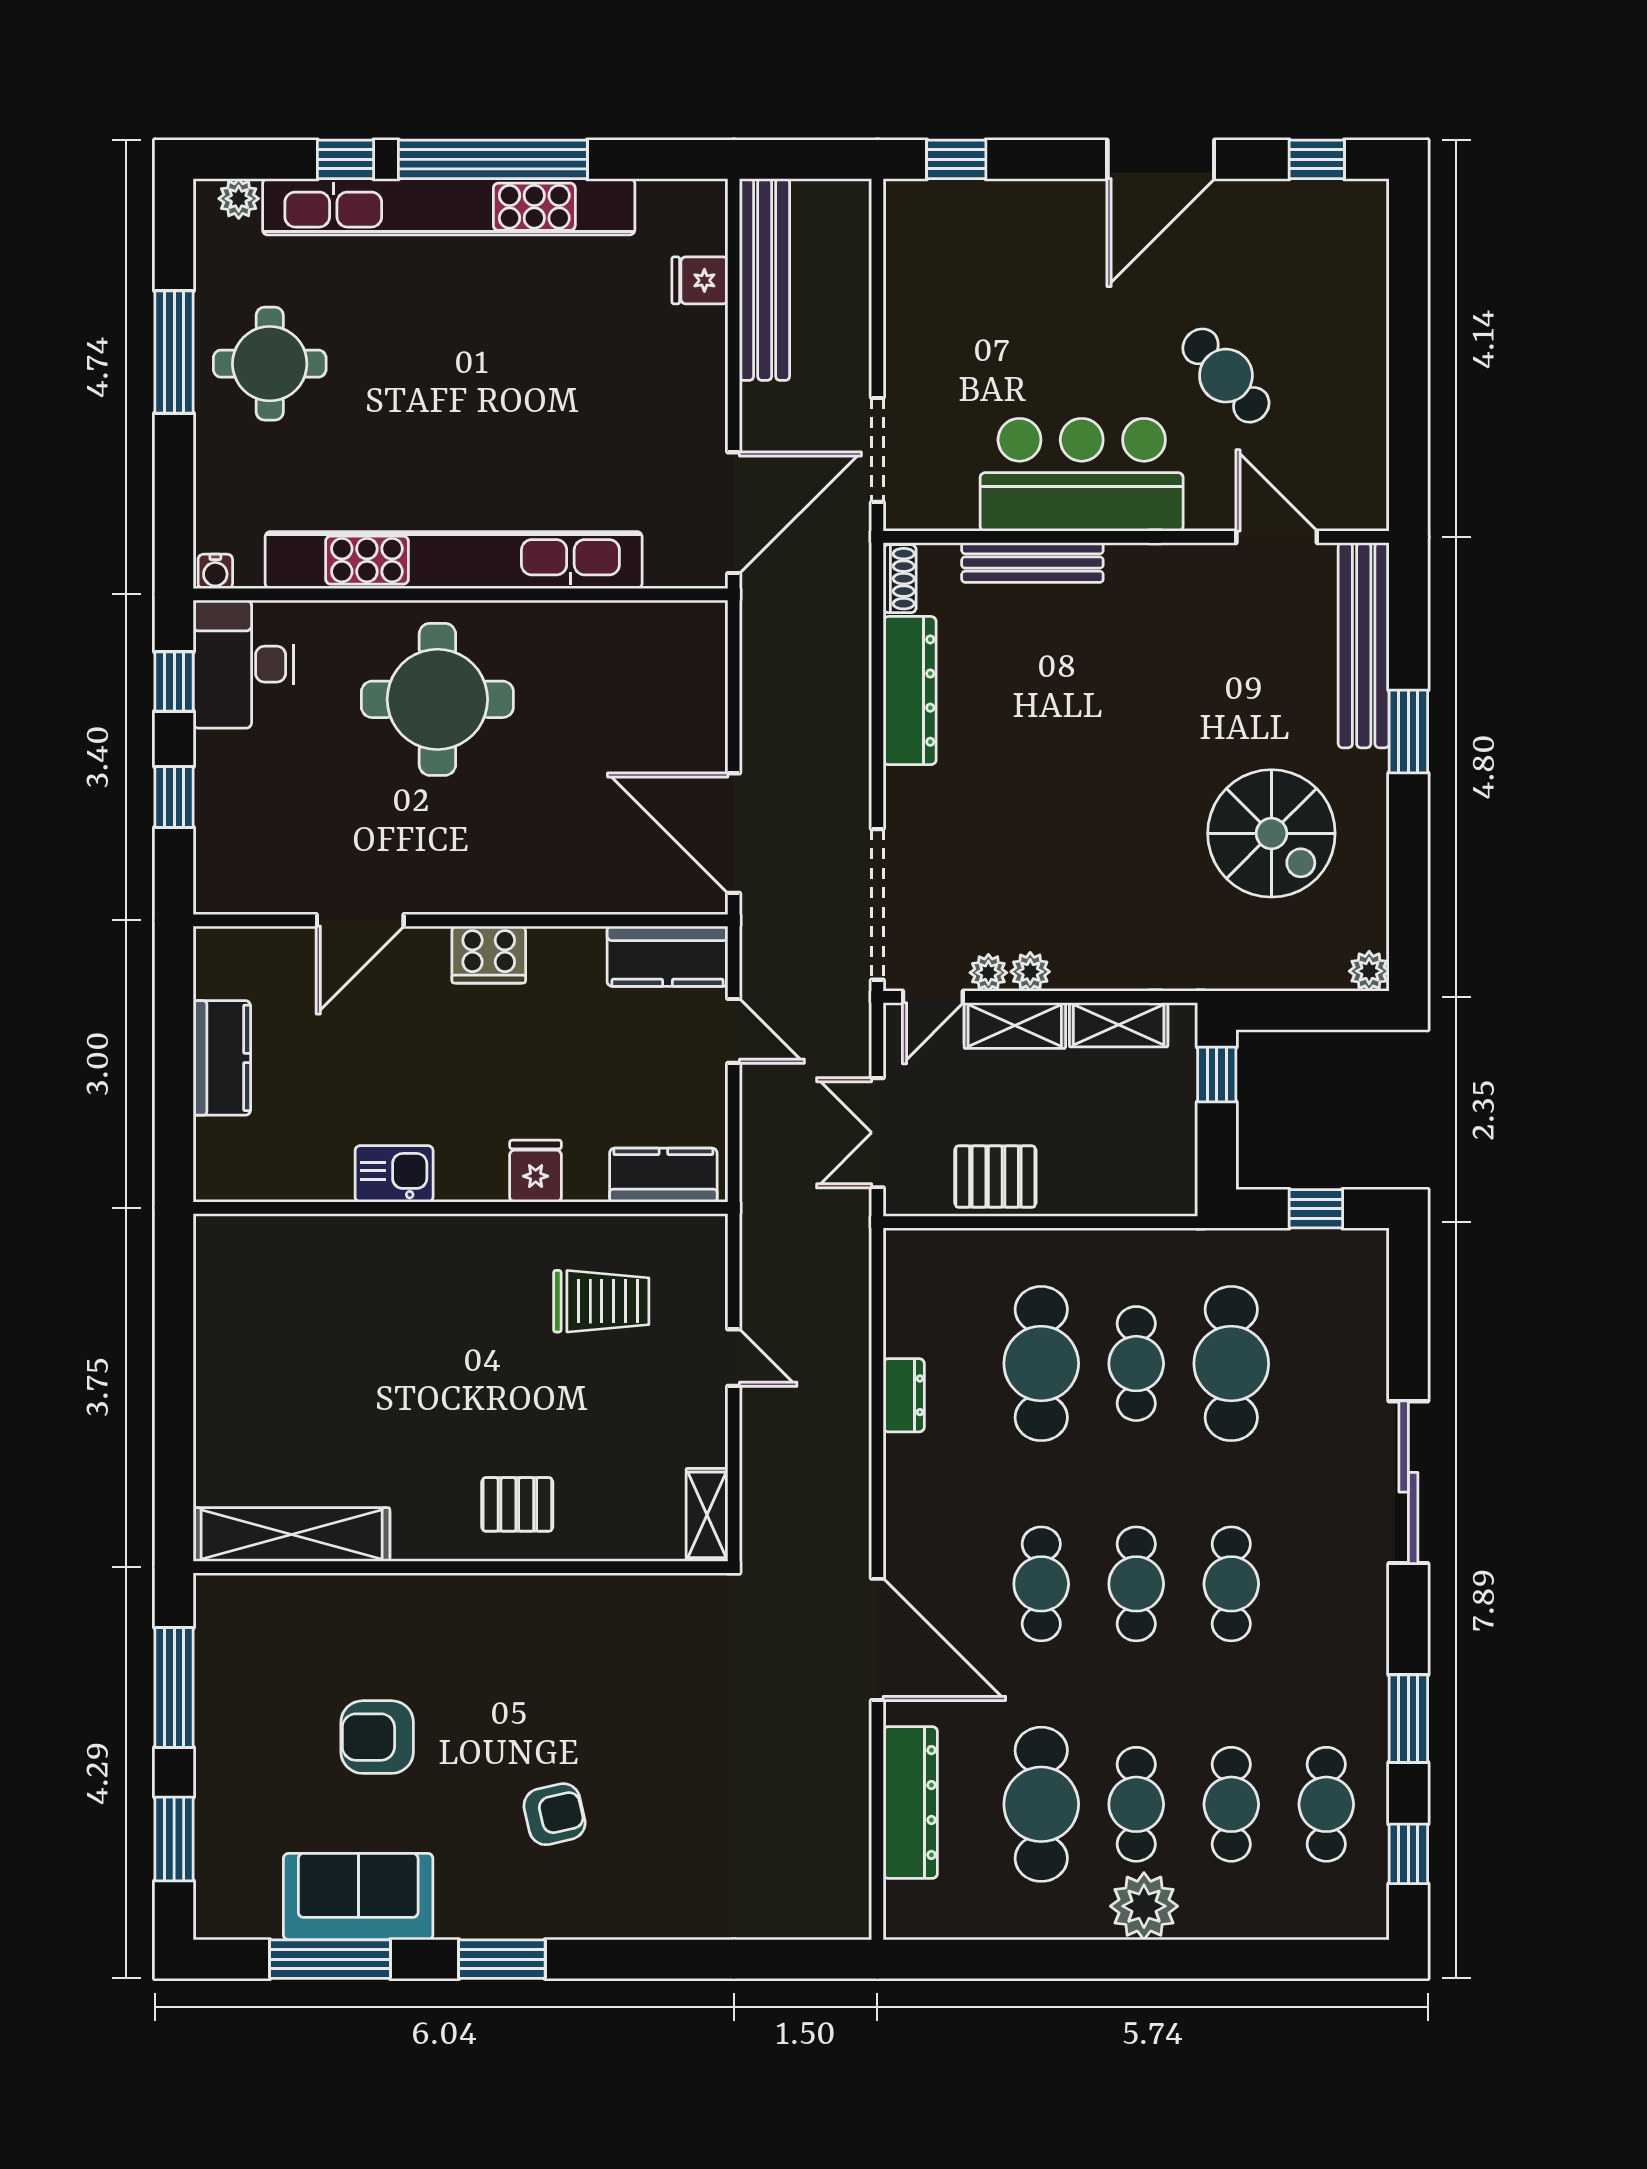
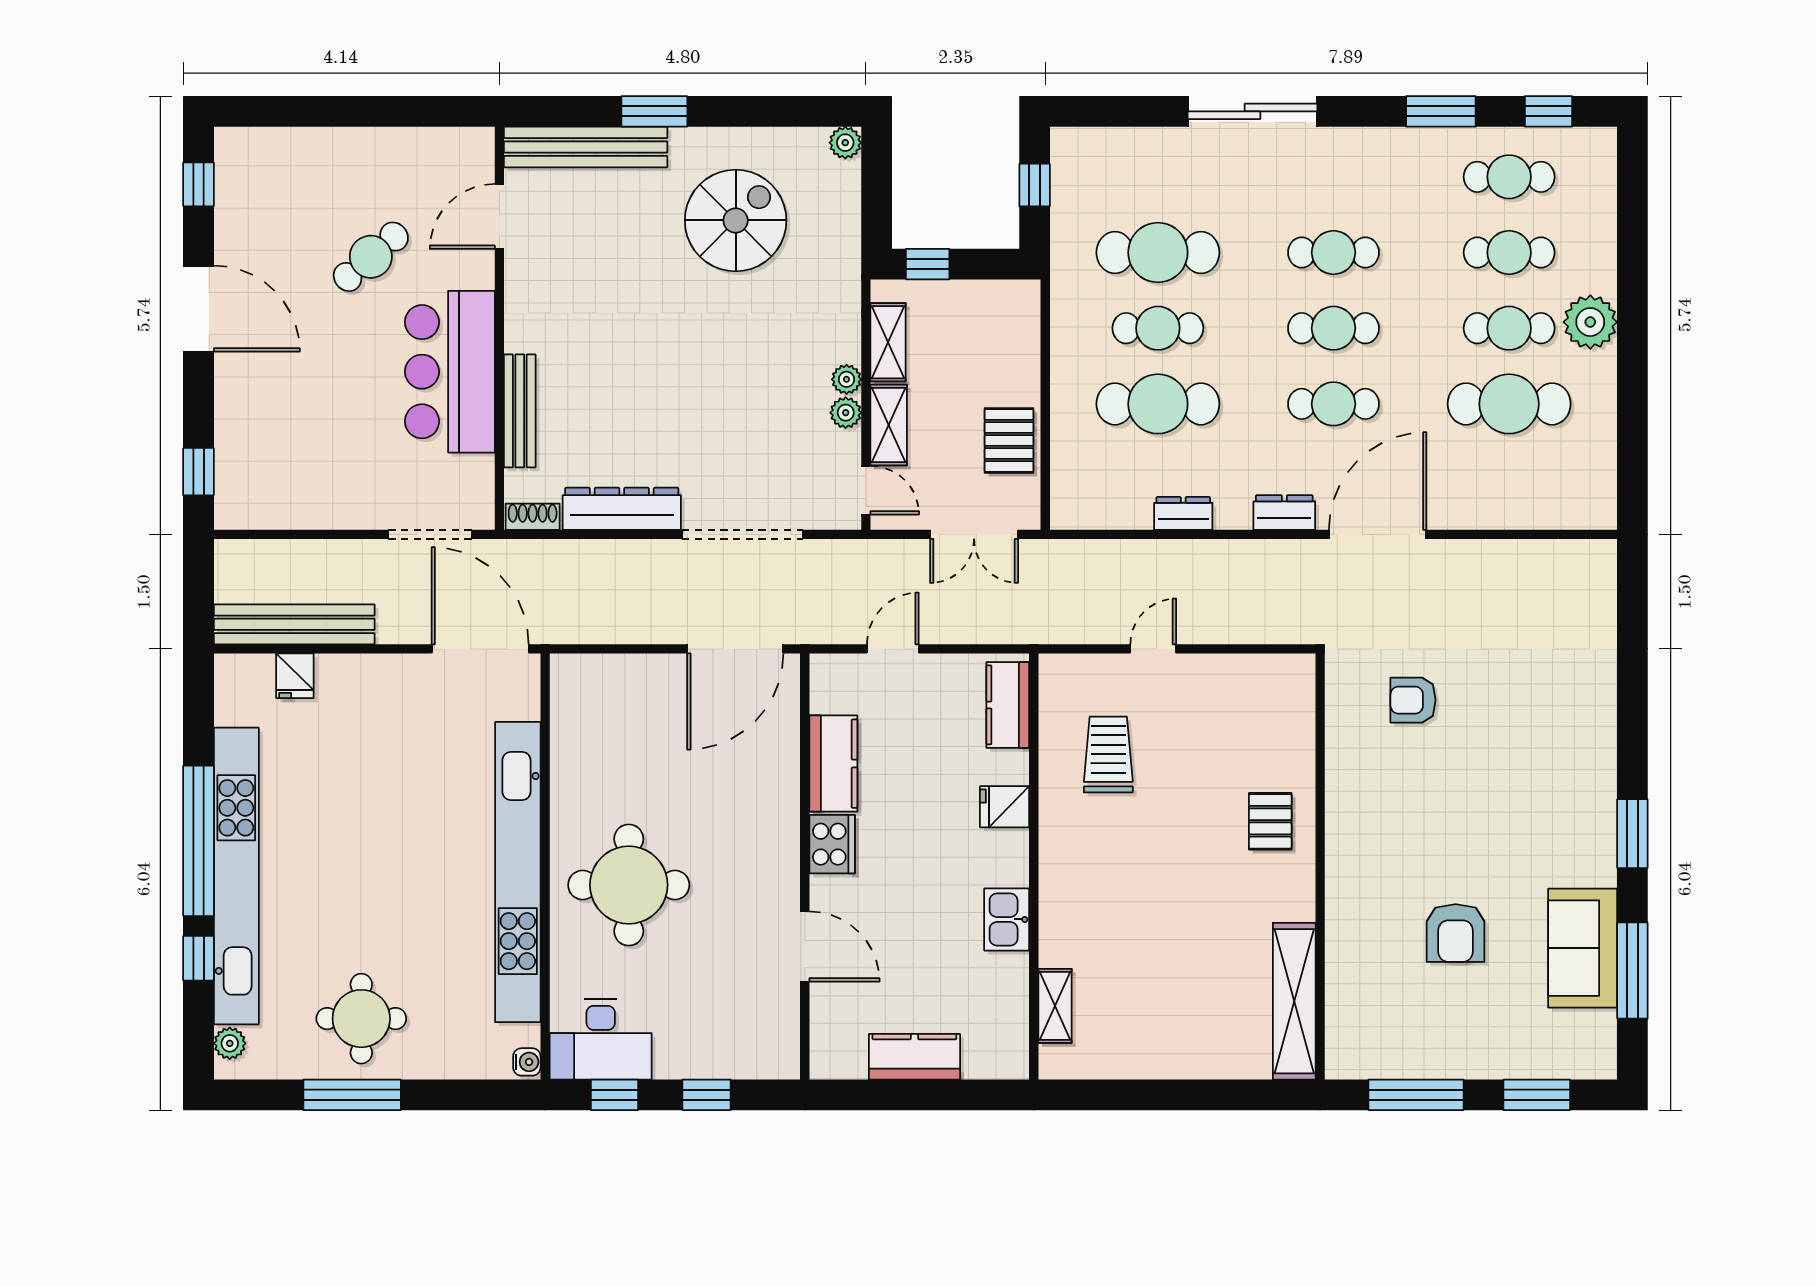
doorway: (877, 904) -> (742, 534), moved
kitchen counter: (668, 956) -> (833, 764), moved
plant: (988, 973) -> (847, 379), moved
shelving: (707, 1515) -> (1055, 1006), moved, turned 90
dresser: (910, 1803) -> (1284, 512), moved, width x0.51, depth x0.80
armchair: (555, 1814) -> (1413, 700), moved, turned -77

